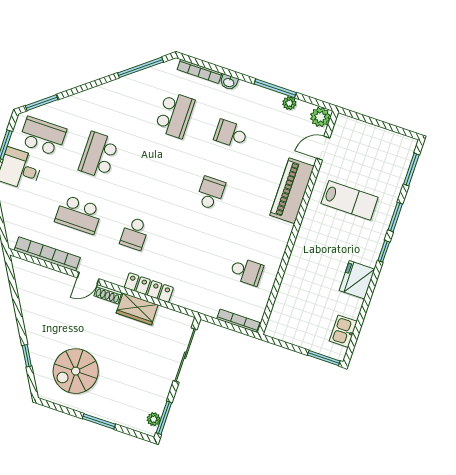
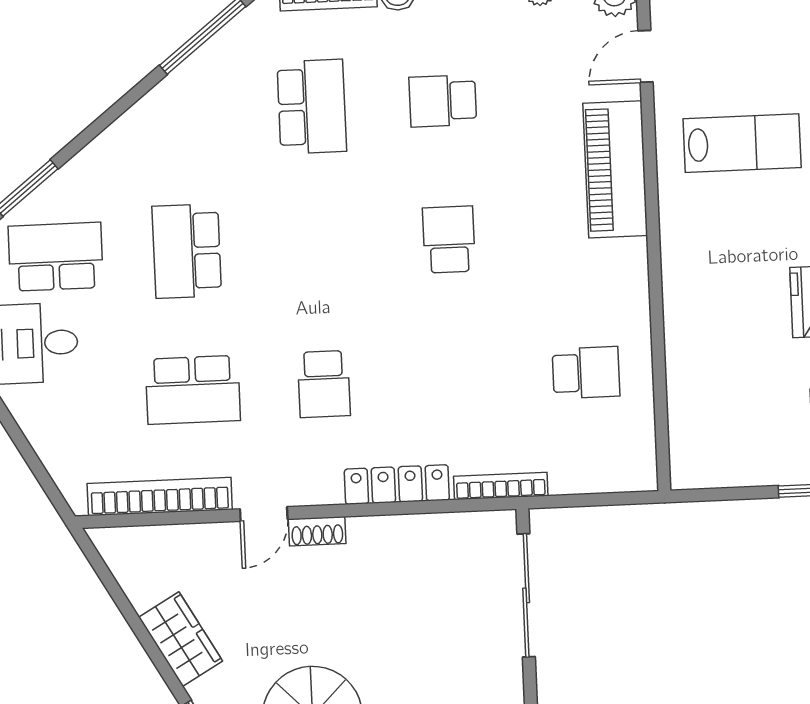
wardrobe: (137, 309) -> (181, 639), moved, turned -120
bookcase: (238, 321) -> (501, 486), moved

